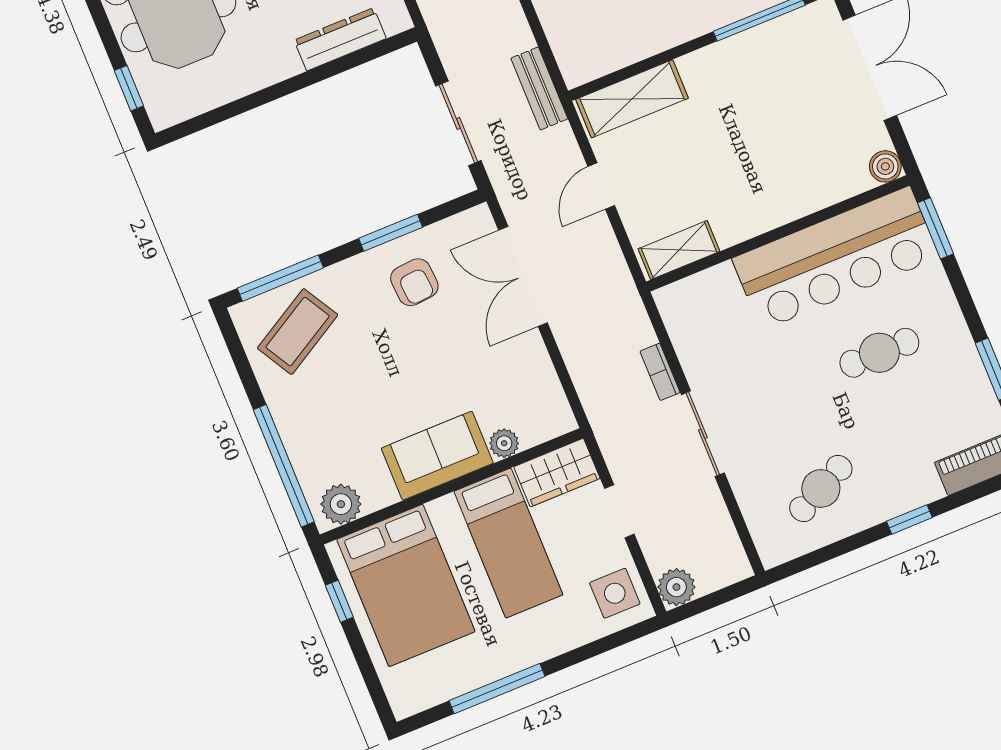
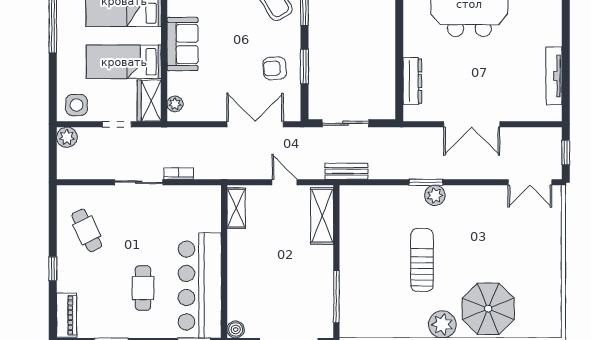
plant: (504, 443) -> (175, 104), moved

